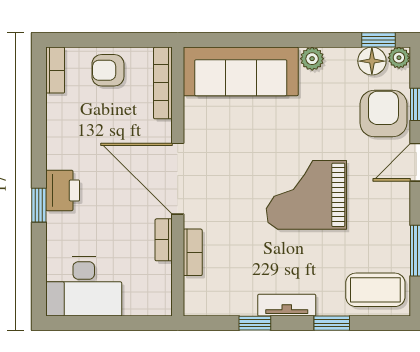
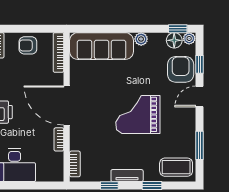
bookcase: (193, 252) -> (75, 164), moved

